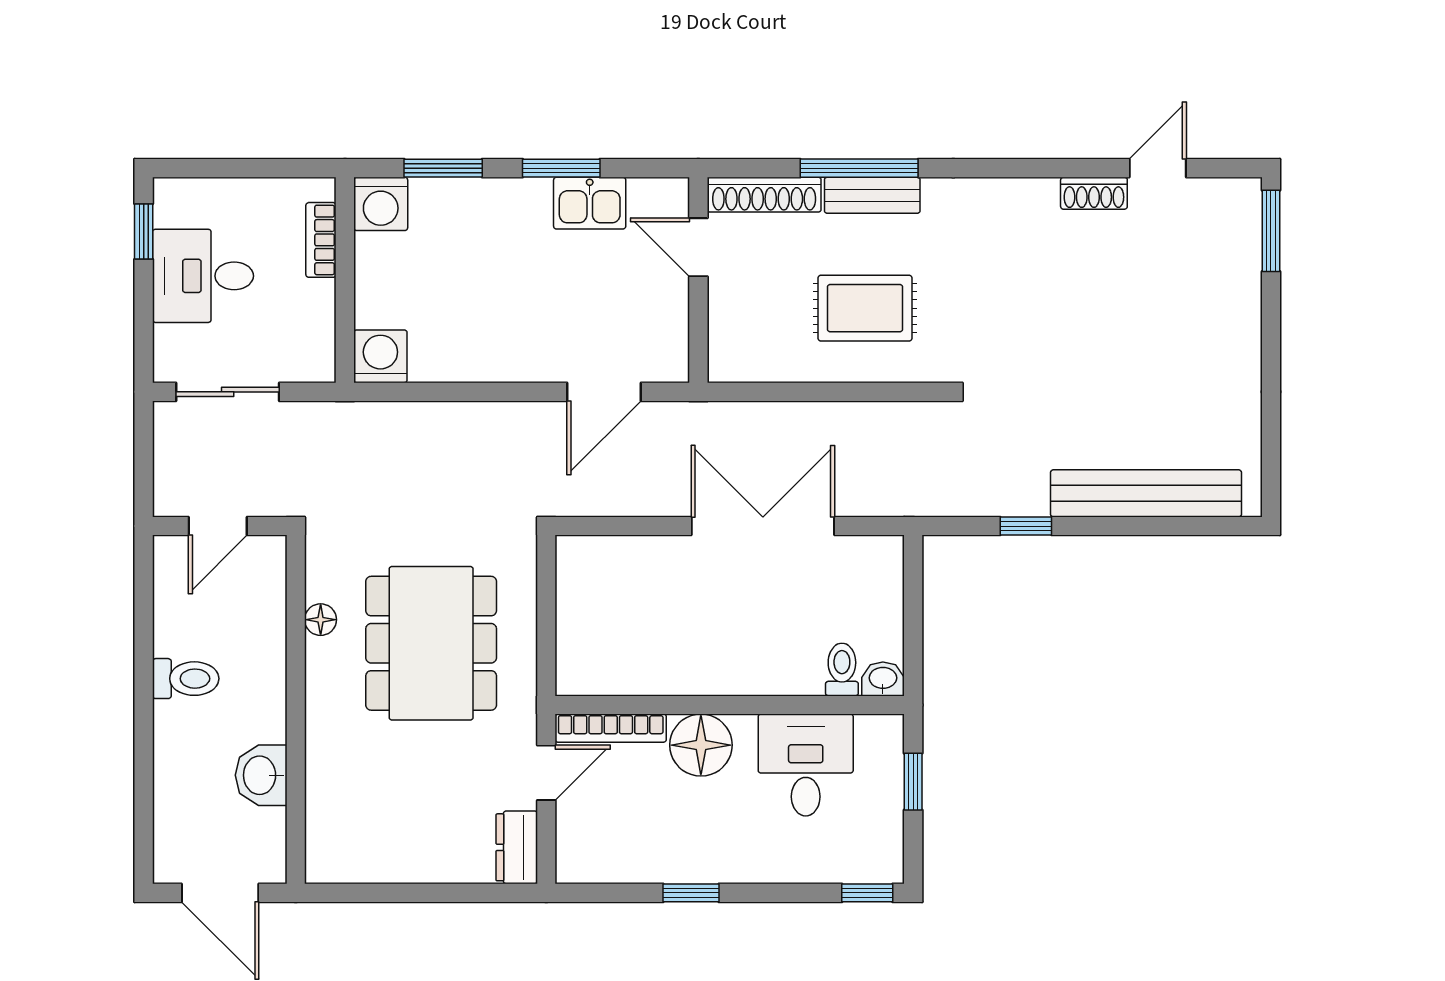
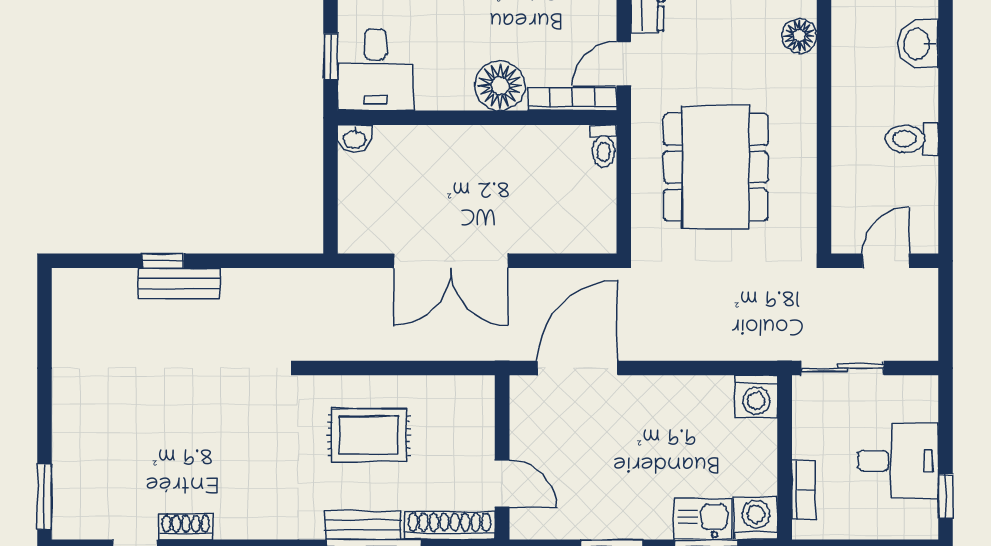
kitchen sink: (590, 203) -> (703, 519), moved
sliding door: (228, 392) -> (842, 368), moved
door: (604, 392) -> (578, 368), width x1.36
bench: (1146, 493) -> (180, 284), width x0.54, depth x0.82
window: (1026, 526) -> (163, 261), moved
floor lamp: (321, 620) -> (799, 36), moved, width x1.37, depth x1.37
toilet: (842, 670) -> (604, 146), moved
desk: (806, 765) -> (376, 70), moved
washbasin: (261, 775) -> (918, 44), moved, turned 180

